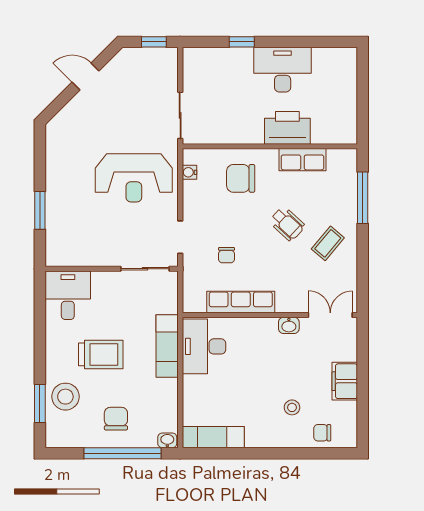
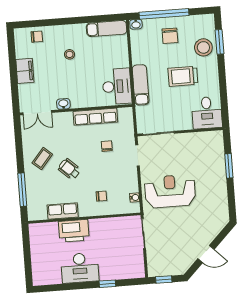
chair: (241, 178) -> (101, 196), width x0.54, depth x0.54
stool: (292, 407) -> (70, 54), moved

